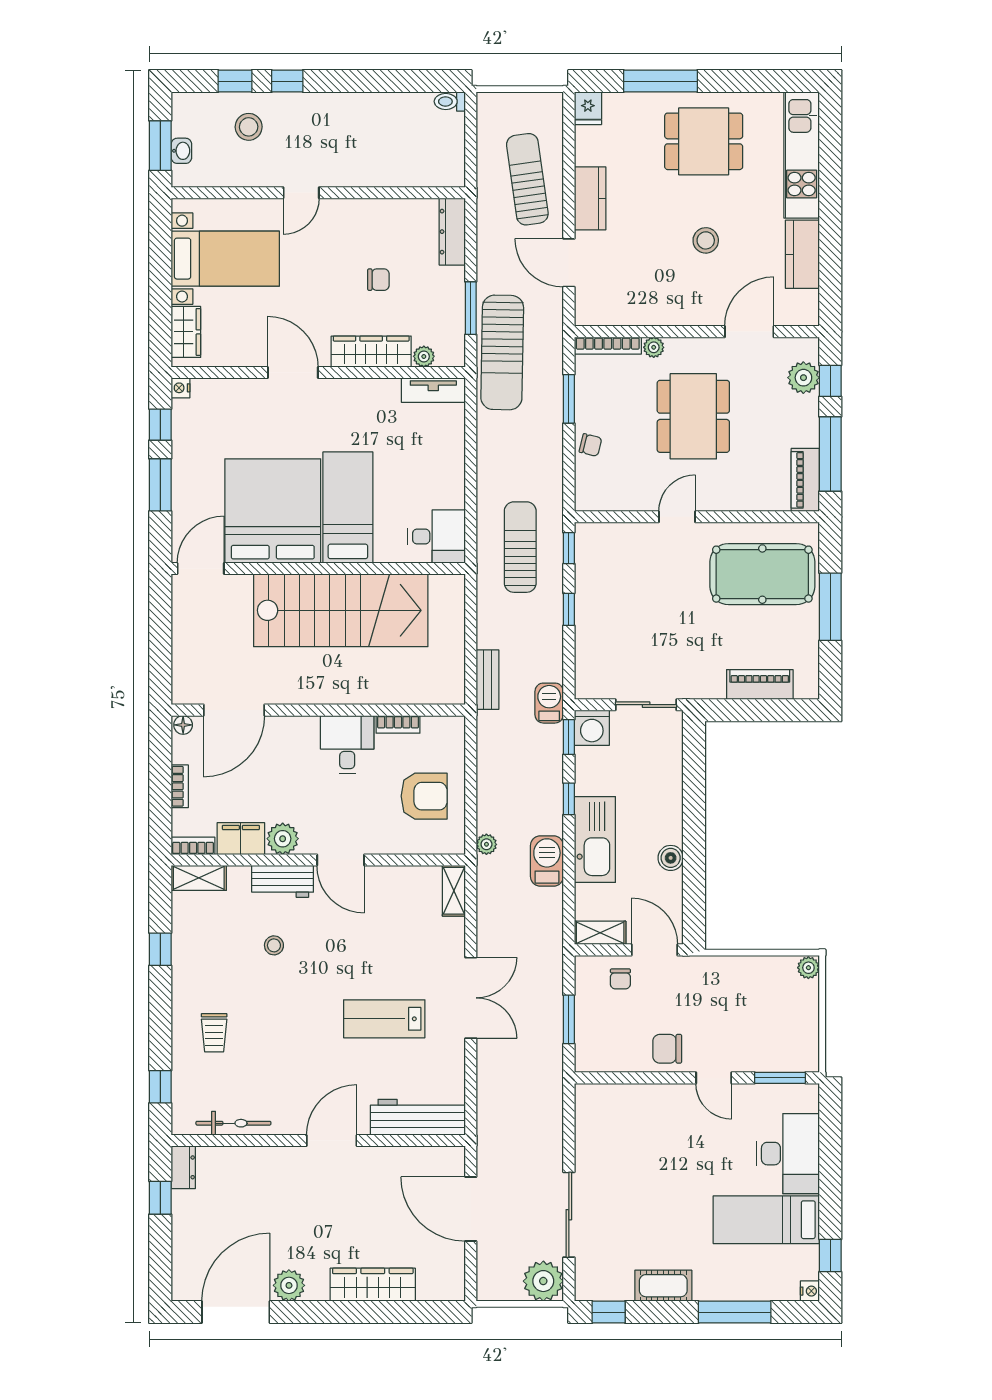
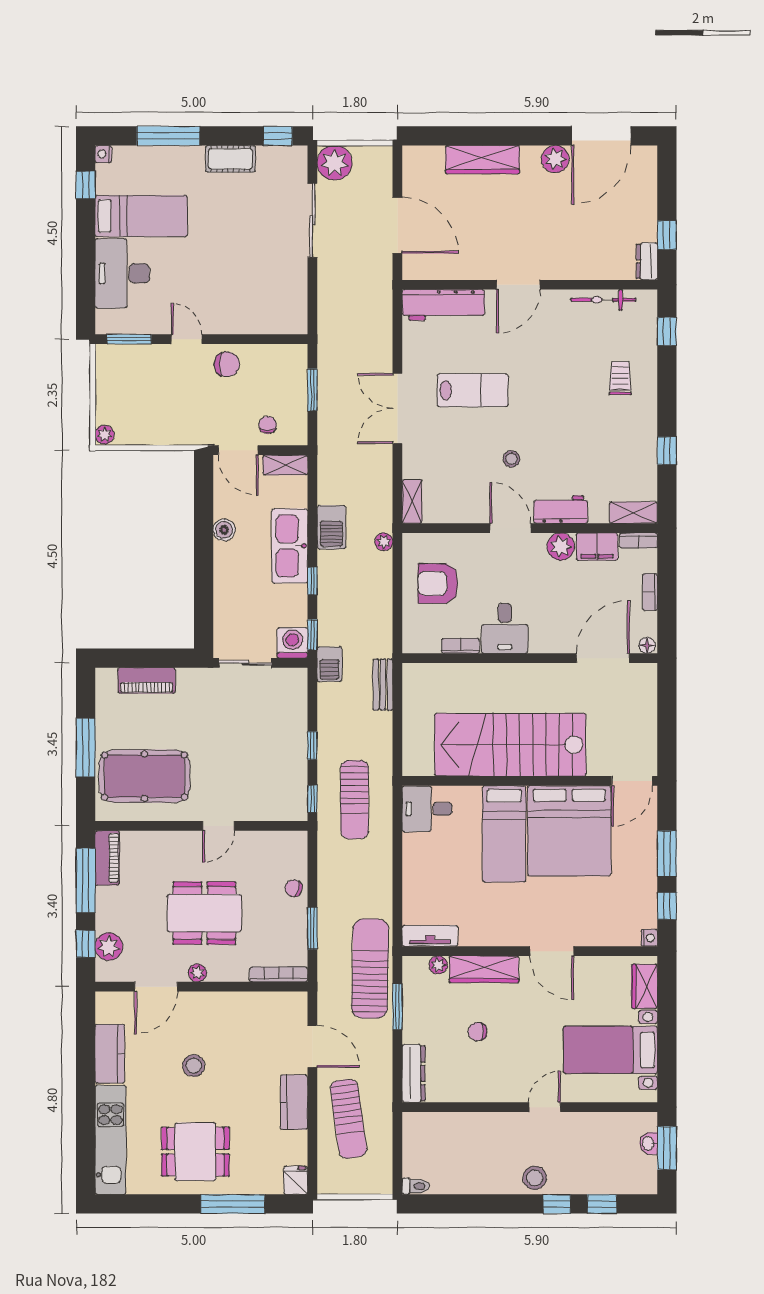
stool: (249, 127) -> (535, 1178), moved
plant: (654, 347) -> (197, 973), moved
dining table: (693, 416) -> (204, 913), turned 90
stool: (274, 945) -> (511, 459), moved

